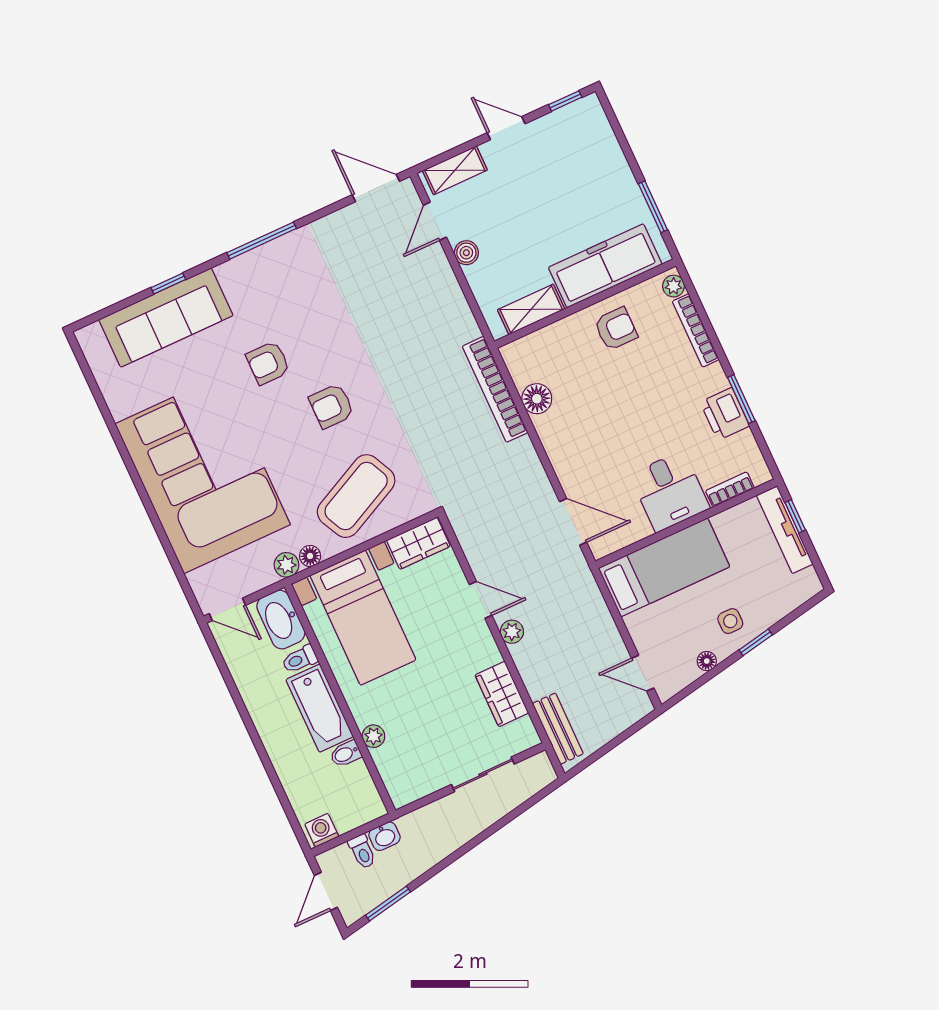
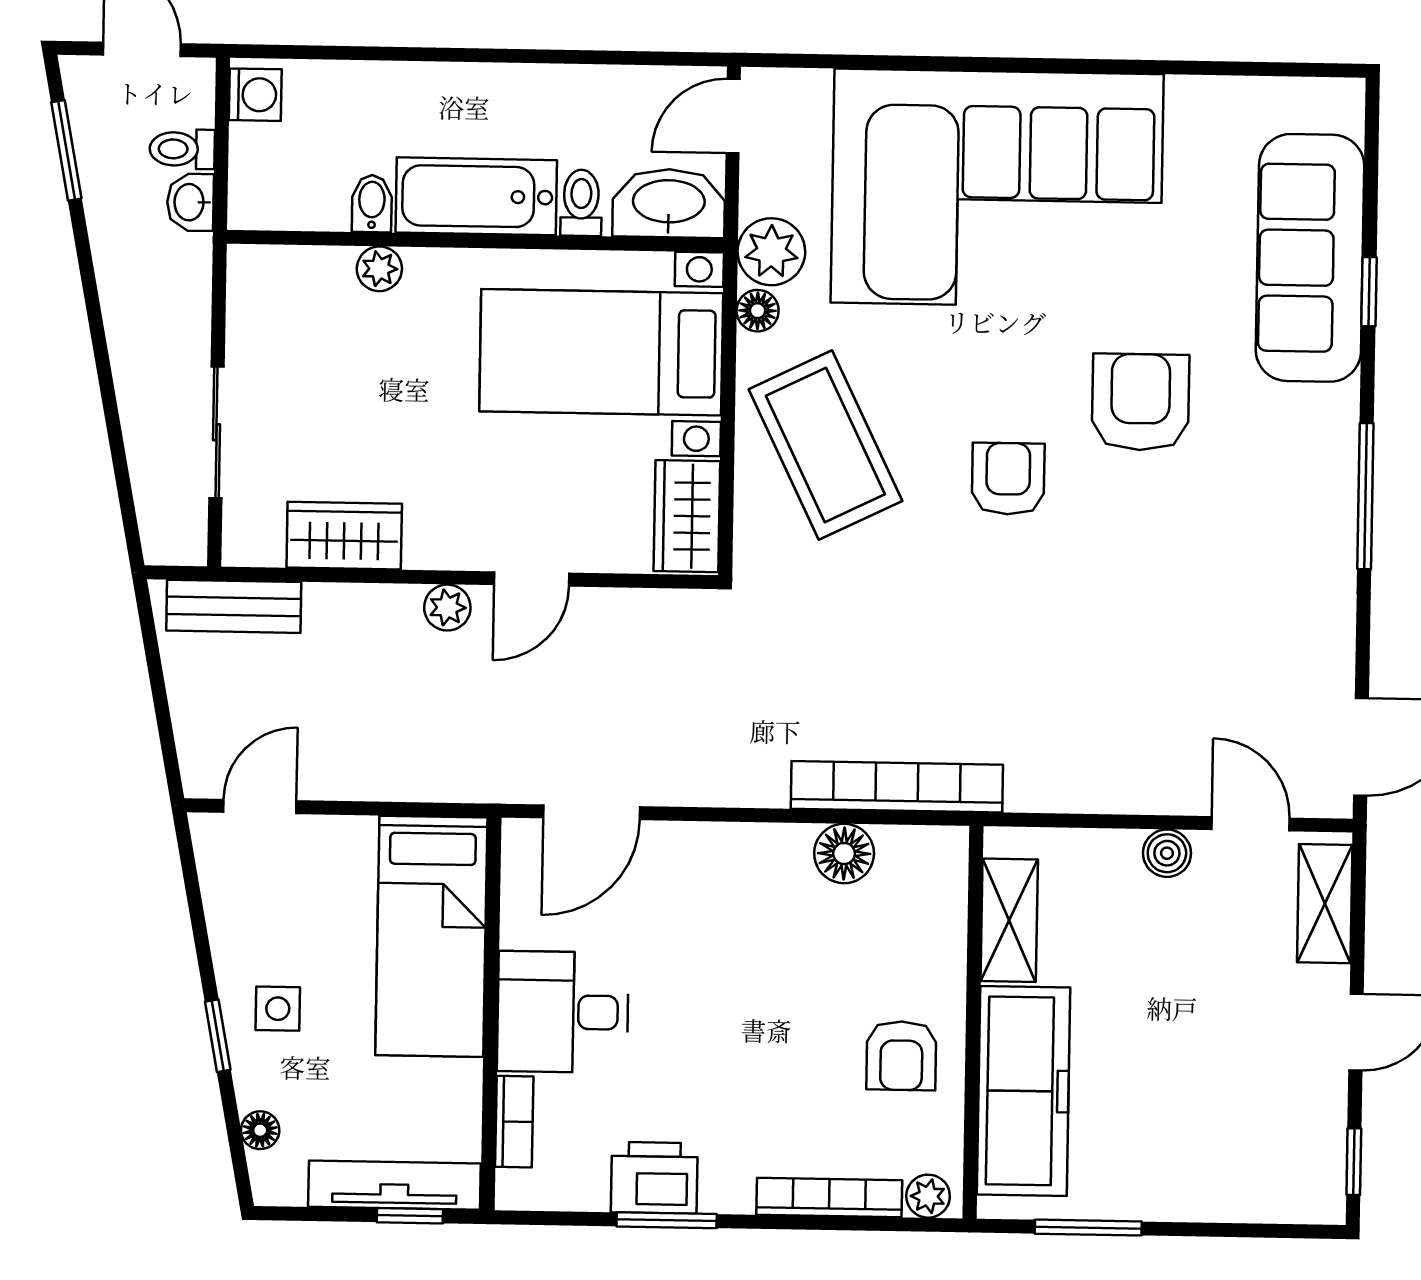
armchair: (268, 363) -> (1140, 402), width x1.38, depth x1.38
plant: (286, 565) -> (771, 252), width x1.38, depth x1.38
floor lamp: (707, 661) -> (260, 1130), moved

